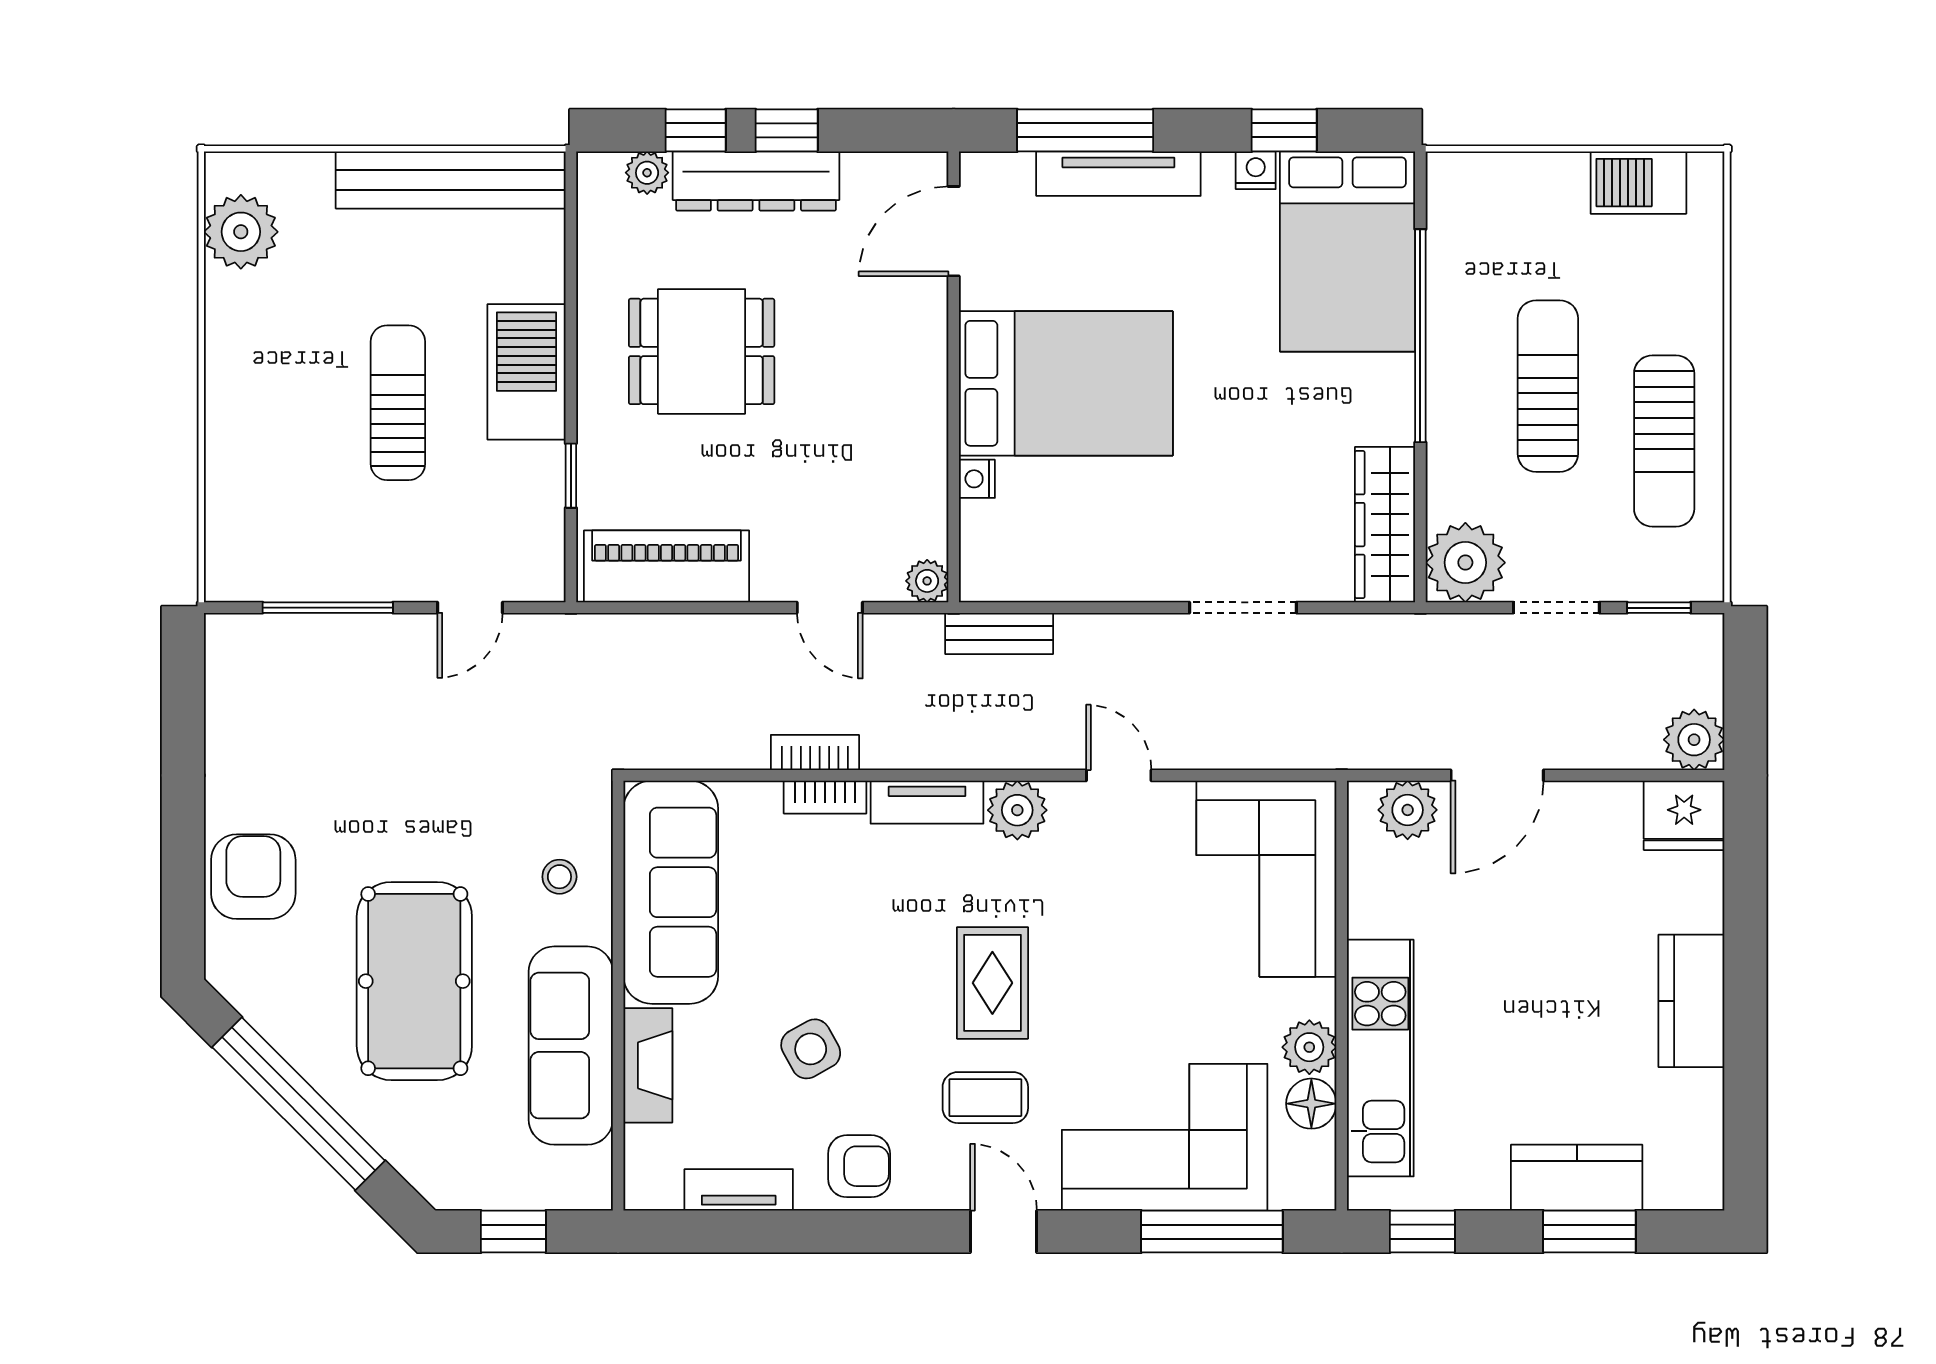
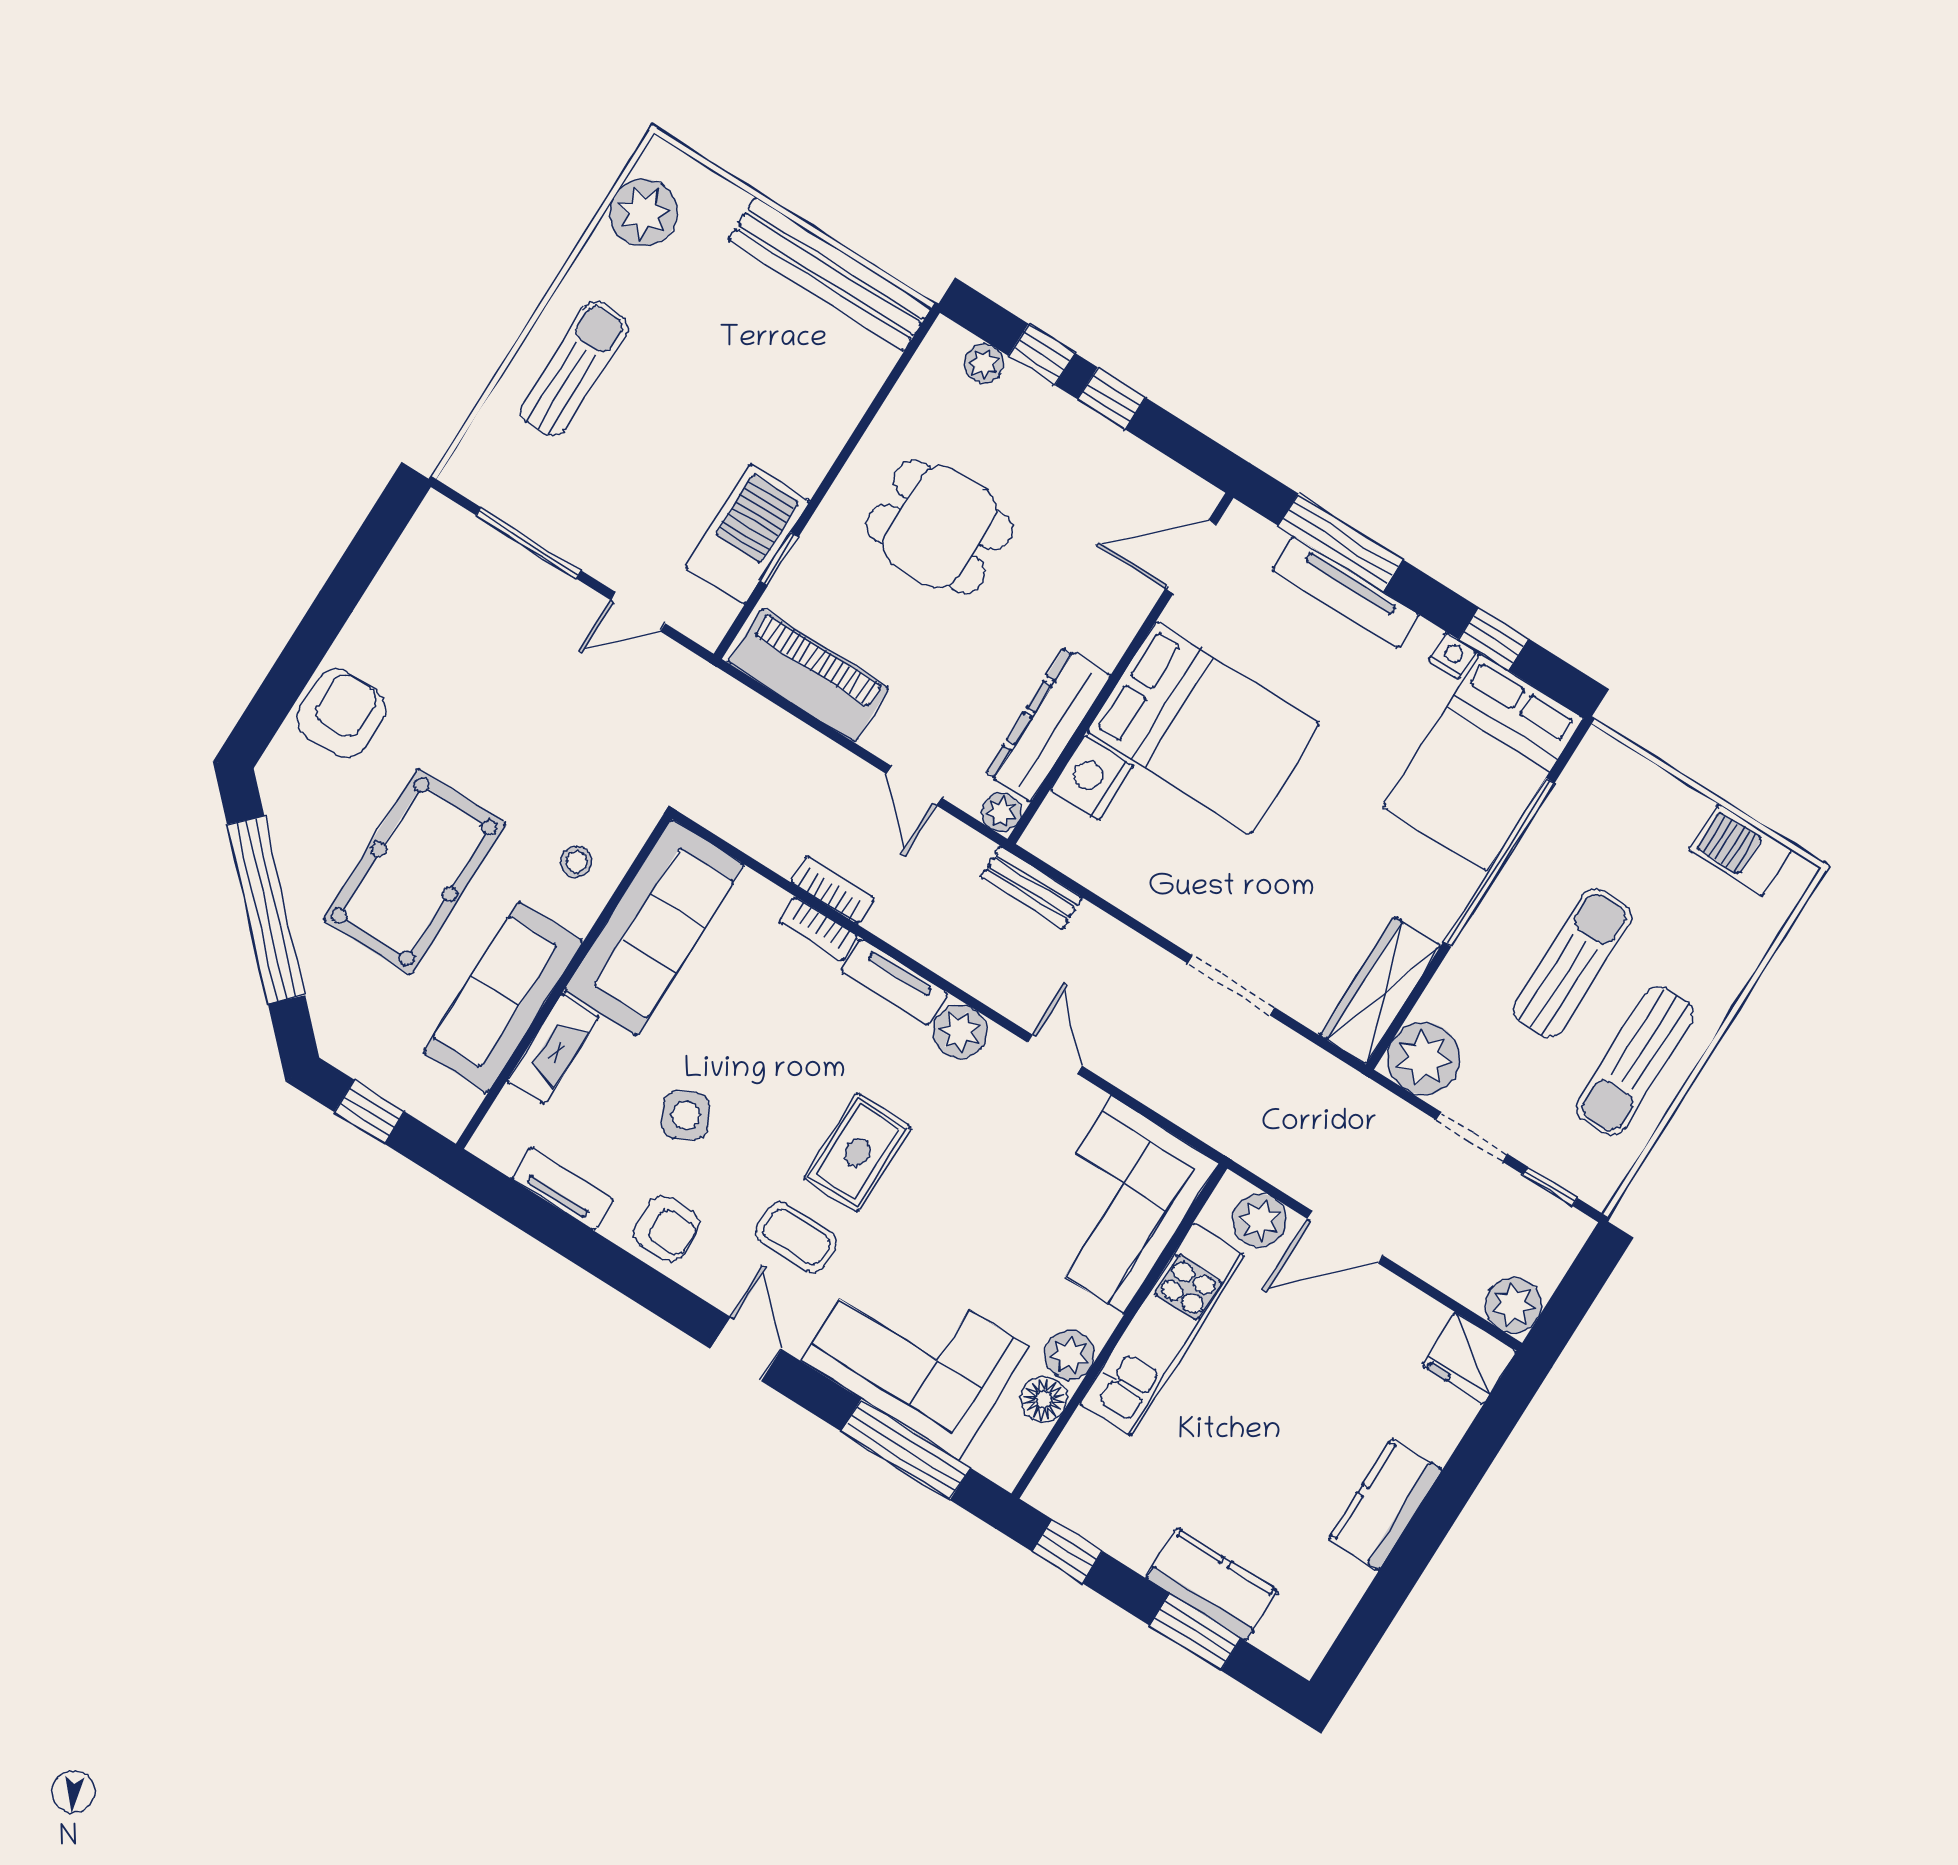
dresser: (756, 181) -> (1048, 725), moved, turned 90
barbecue: (527, 372) -> (747, 534), moved
sun lounger: (398, 403) -> (574, 369), moved
nightstand: (977, 479) -> (1092, 778), width x1.89, depth x1.79
kitchen unit: (1380, 1058) -> (1162, 1329), moved

